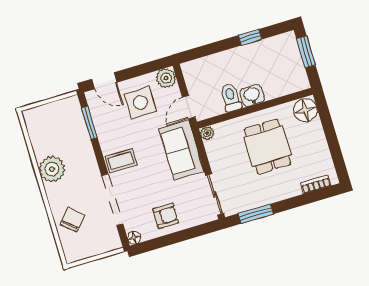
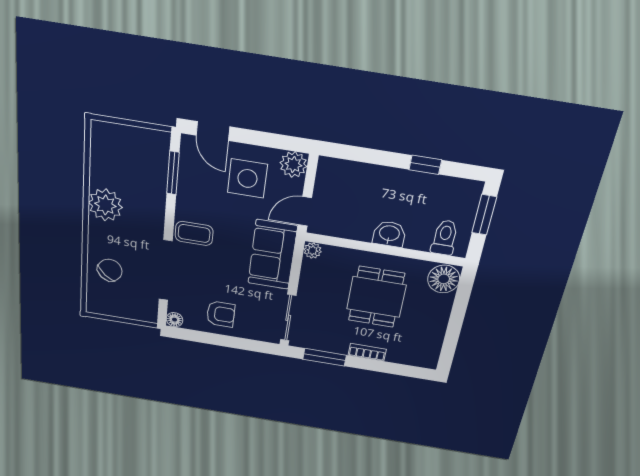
toilet: (231, 98) -> (445, 238), moved
bookcase: (316, 184) -> (367, 352), moved

